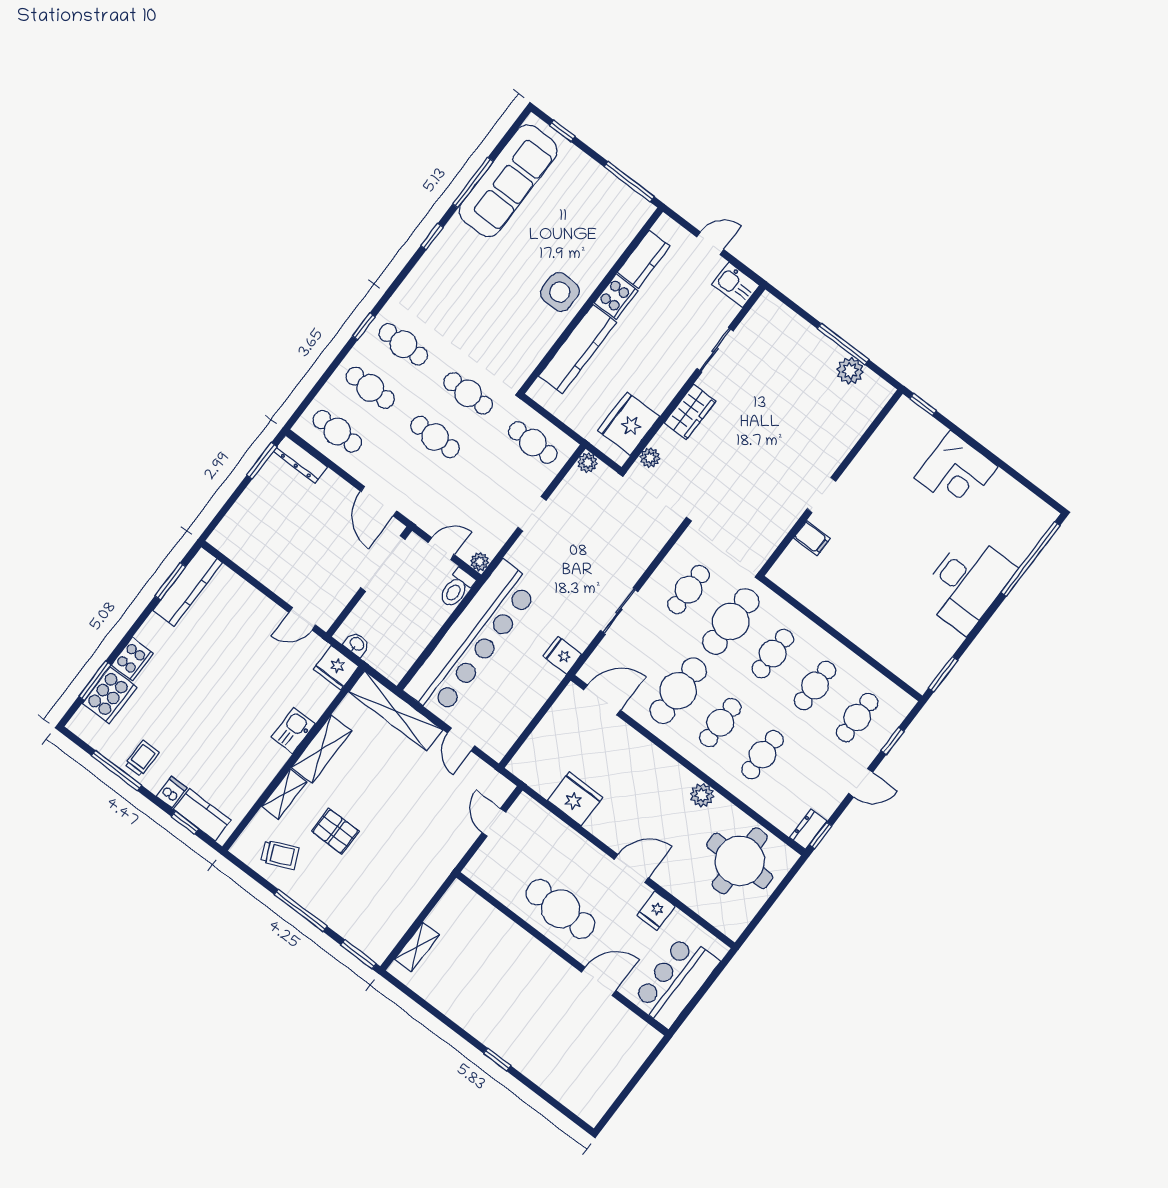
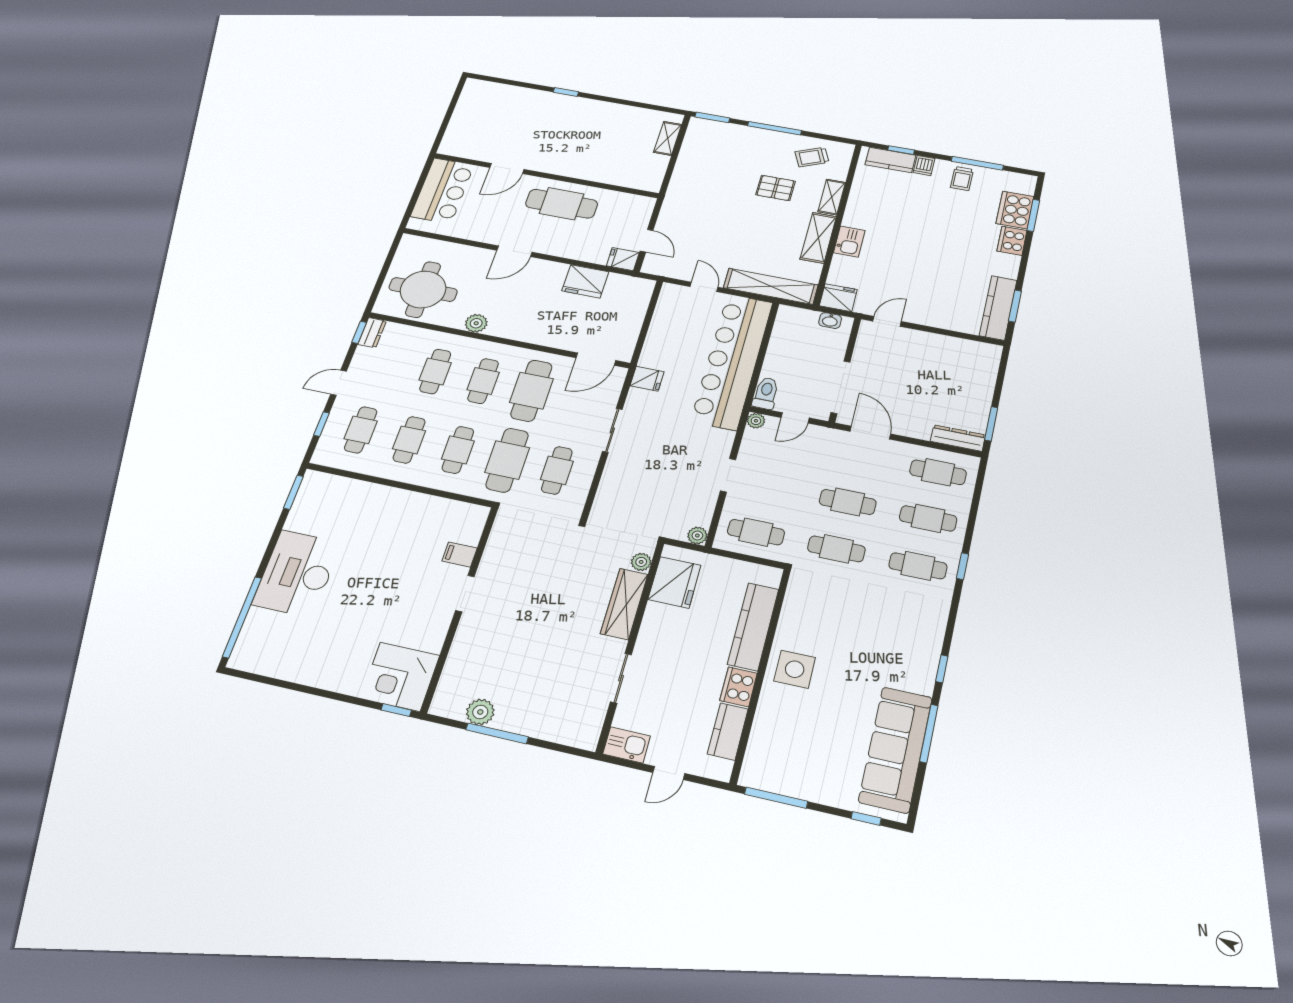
wardrobe: (690, 412) -> (624, 604), width x1.50
corner desk: (956, 472) -> (400, 677), moved, turned -90
fridge: (656, 911) -> (623, 259), moved, turned -90

